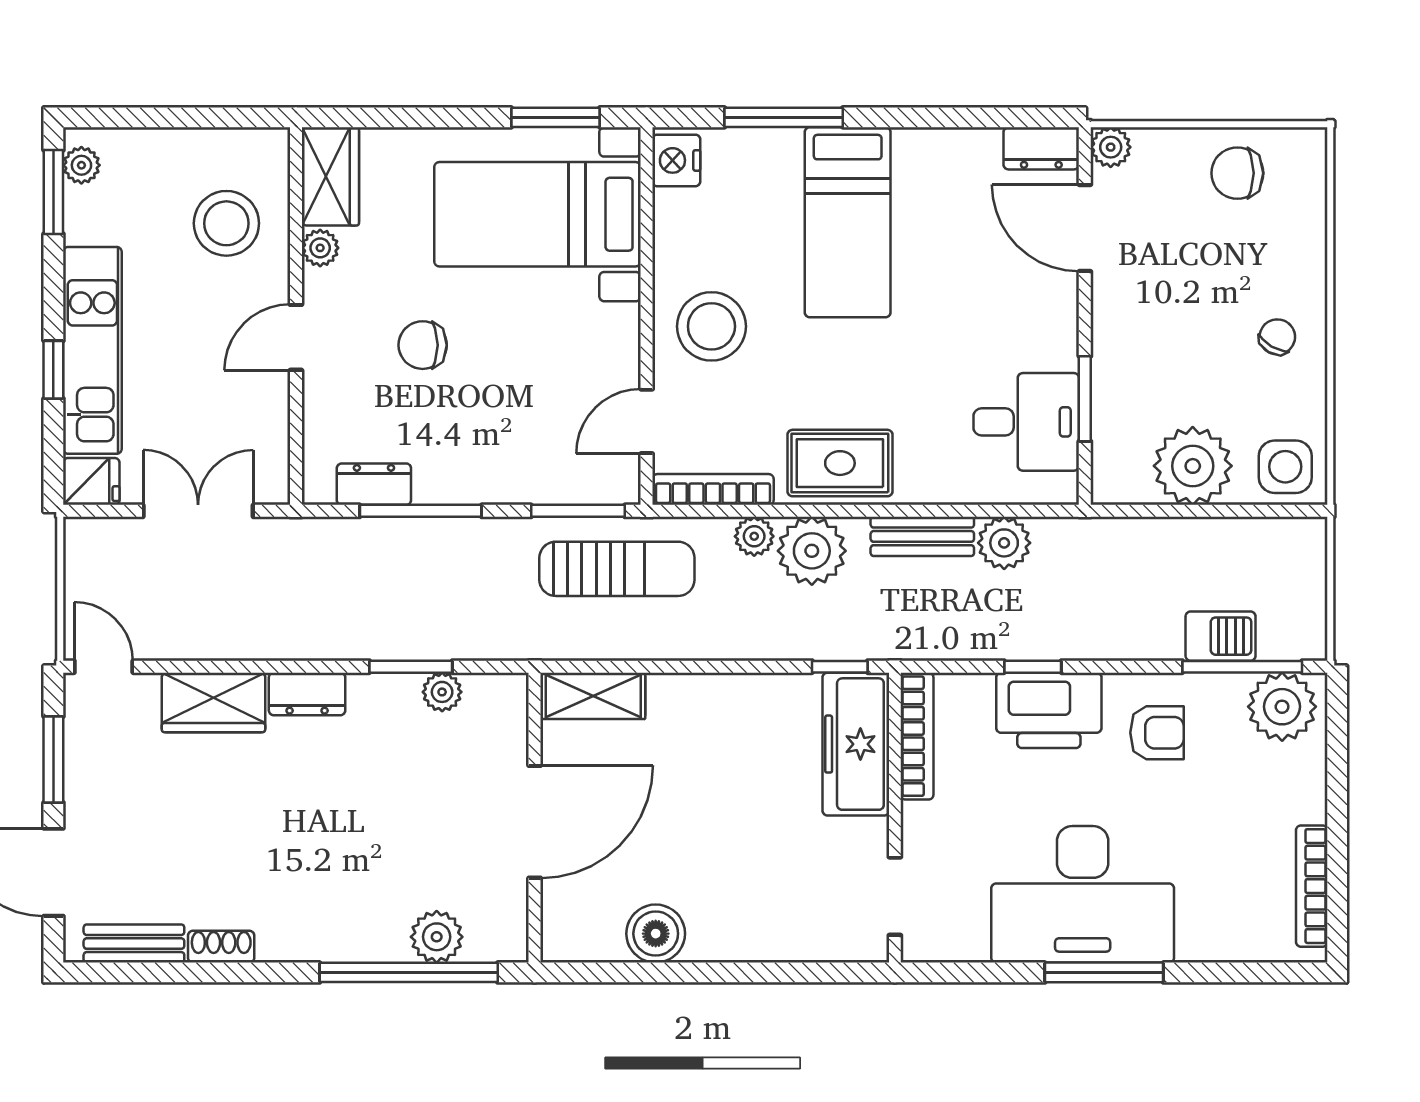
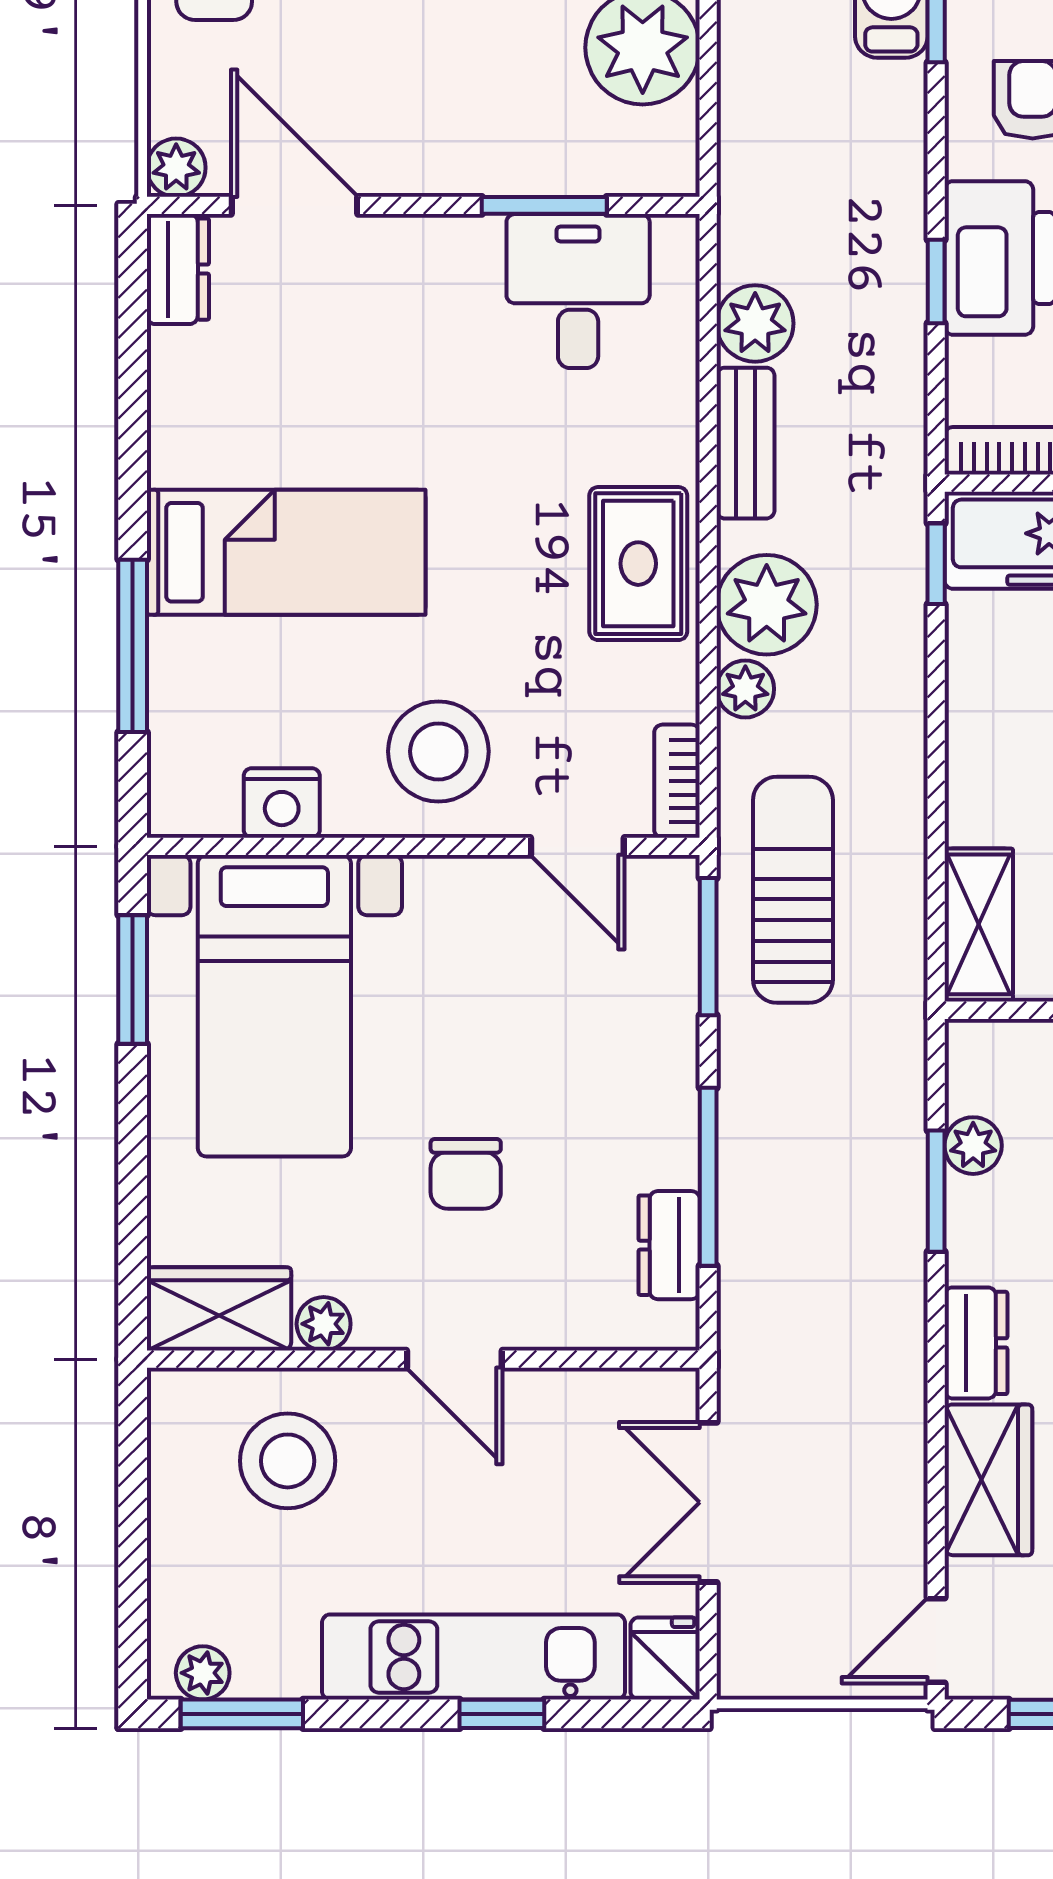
nightstand: (676, 160) -> (282, 803), moved
door: (1085, 228) -> (294, 205), swing flipped
bookcase: (713, 489) -> (677, 781), width x0.64

